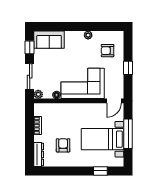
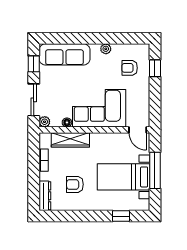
sofa: (49, 40) -> (64, 54), width x1.36
window: (128, 68) -> (155, 68), moved
door: (114, 101) -> (138, 130), hinge flipped
wardrobe: (59, 109) -> (70, 140), added
armchair: (63, 145) -> (75, 184), turned -90

